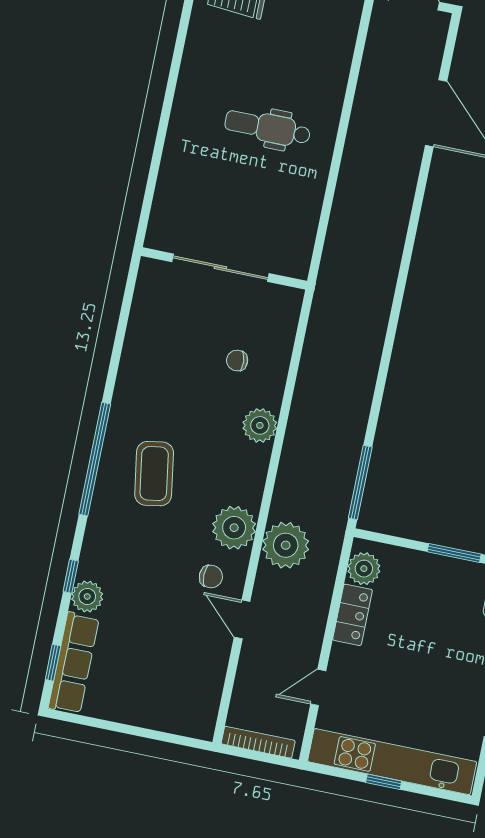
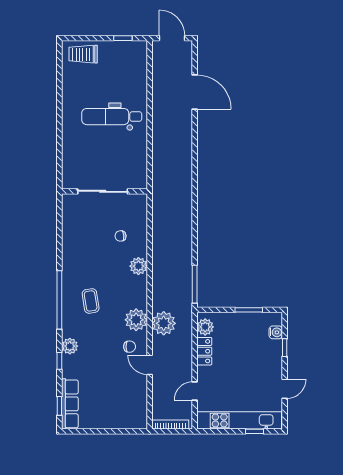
dental chair: (268, 128) -> (112, 117), width x1.36, depth x1.38
coffee table: (154, 474) -> (91, 301), width x0.73, depth x0.77
plant: (87, 597) -> (70, 346), moved
window: (384, 782) -> (255, 431), moved

